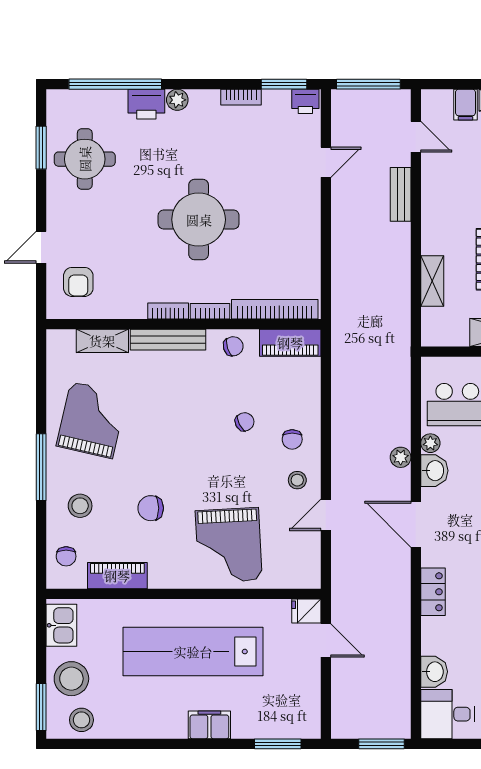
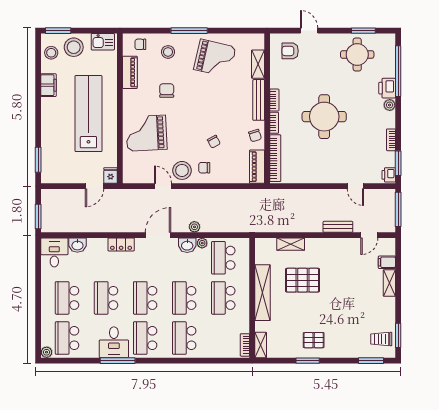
stool: (297, 480) -> (182, 170), width x1.89, depth x1.89
filing cabinet: (209, 725) -> (48, 85), moved

